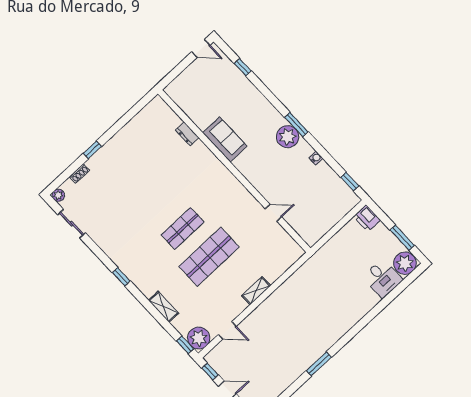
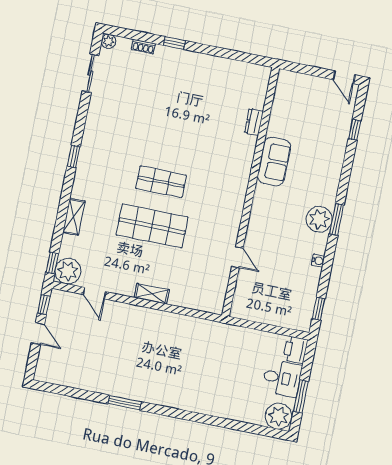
desk: (383, 278) -> (282, 378), moved, turned -90

